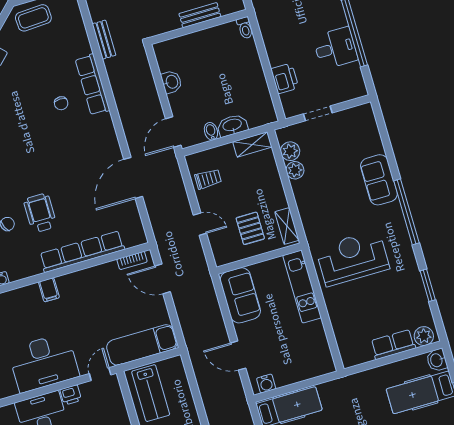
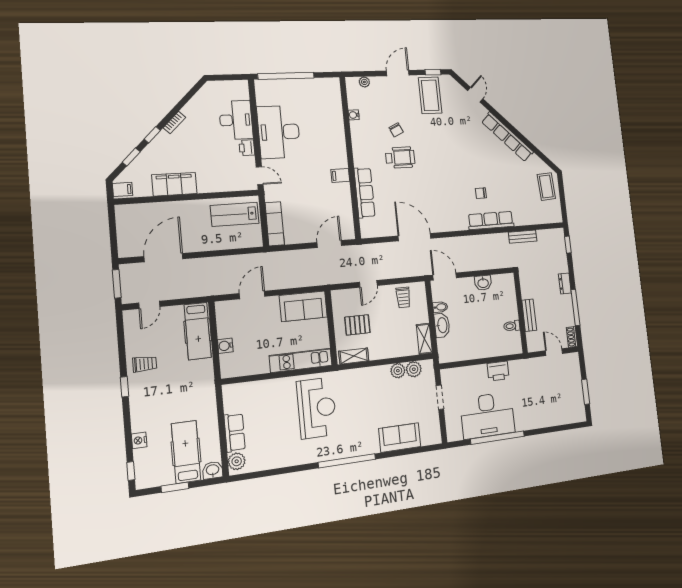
toilet: (245, 28) -> (512, 326), moved
desk: (335, 48) -> (487, 415), width x1.87, depth x1.30
printer: (285, 78) -> (498, 371), moved
sofa: (379, 180) -> (400, 438), moved
row of seats: (82, 252) -> (365, 193), width x0.73
bookcase: (132, 261) -> (349, 222), removed
window: (428, 285) -> (281, 471), removed
filing cabinet: (49, 290) -> (340, 175), moved
exam couch: (142, 345) -> (275, 224), width x0.73, depth x0.69
water cooler: (266, 384) -> (225, 346), moved

